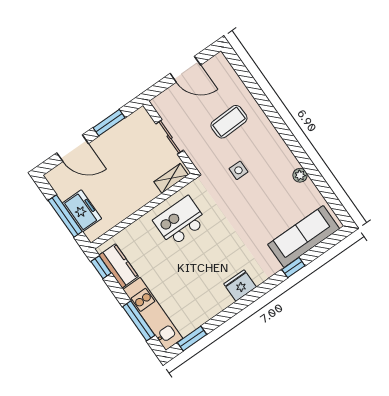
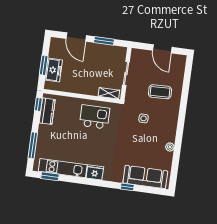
window: (65, 216) -> (44, 65), width x0.69
kitchen unit: (153, 314) -> (63, 168), moved, turned -90

